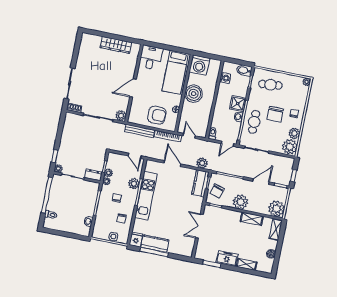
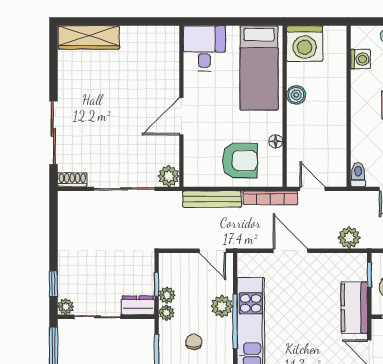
wardrobe: (116, 45) -> (89, 37), moved
boiler: (194, 94) -> (296, 95), width x0.54, depth x0.54
kitchen counter: (200, 183) -> (354, 308), moved

